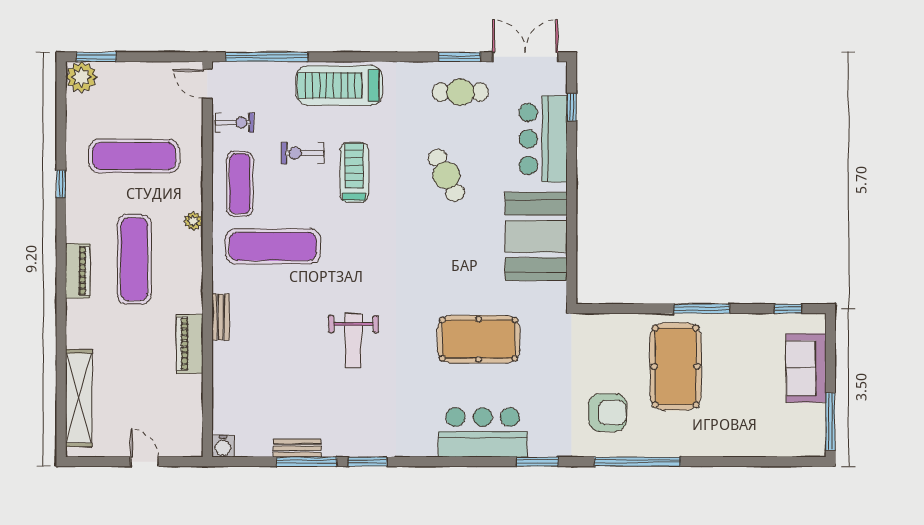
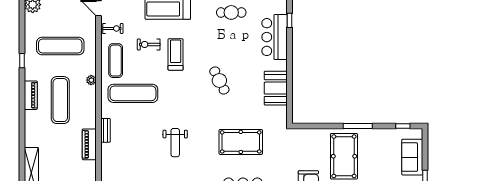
cafe table: (446, 175) -> (219, 80), moved
booth: (536, 236) -> (276, 88), width x0.73, depth x0.70
piano: (78, 271) -> (31, 95), moved

